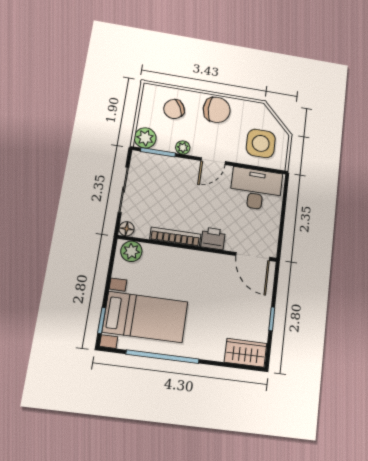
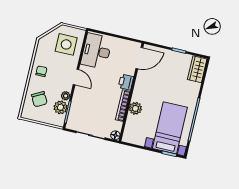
chair: (217, 110) -> (41, 71), width x0.54, depth x0.54
plant: (145, 138) -> (61, 107), moved
plant: (131, 251) -> (135, 108), moved

